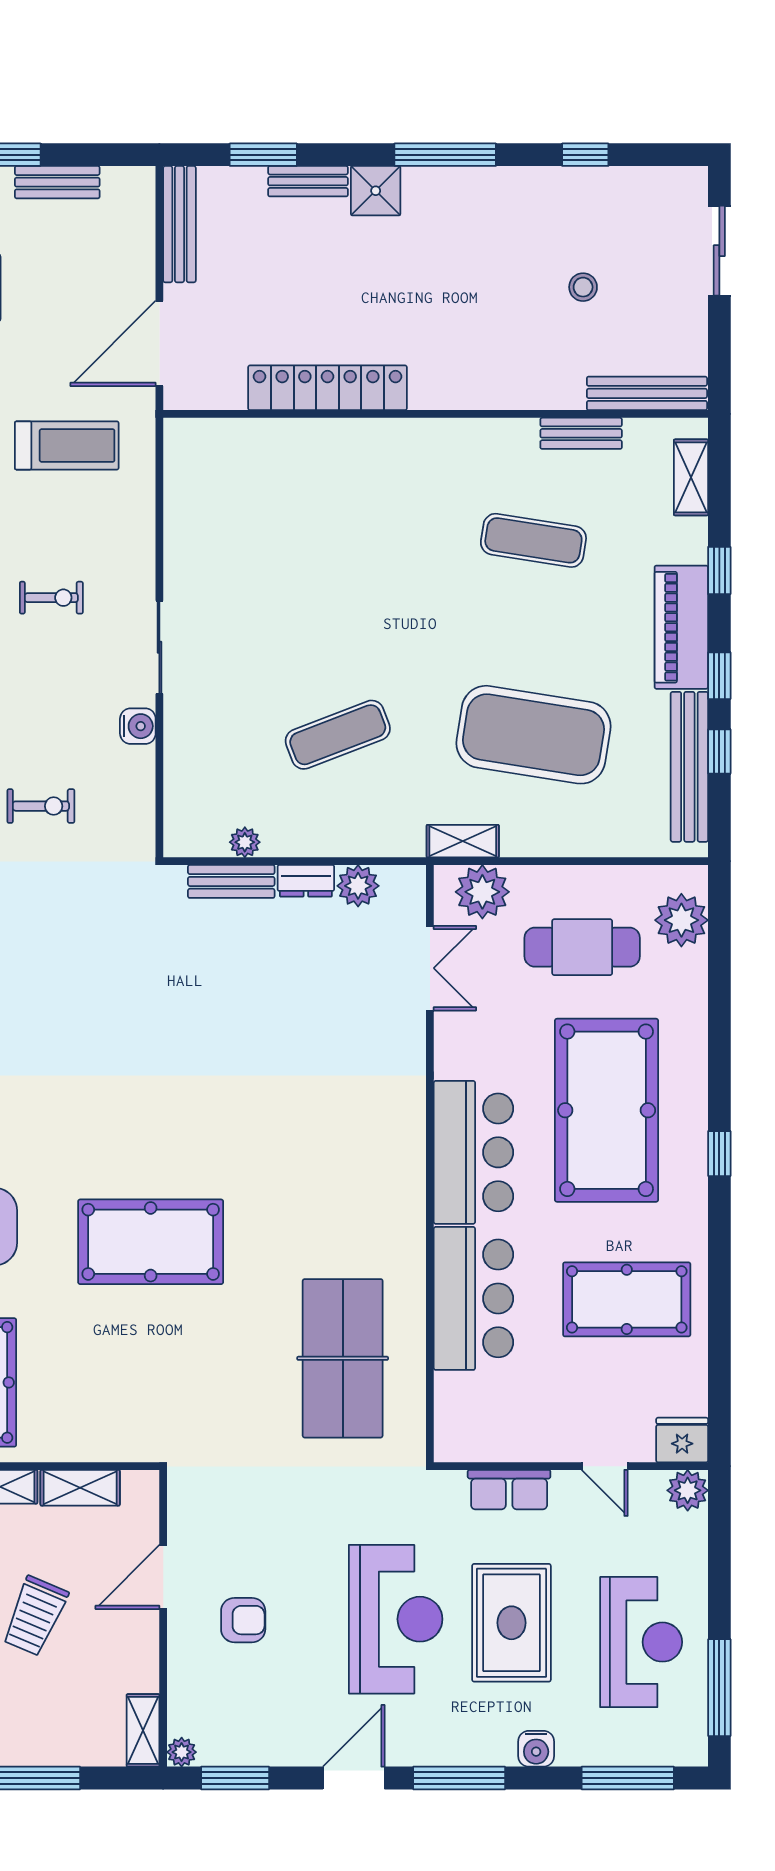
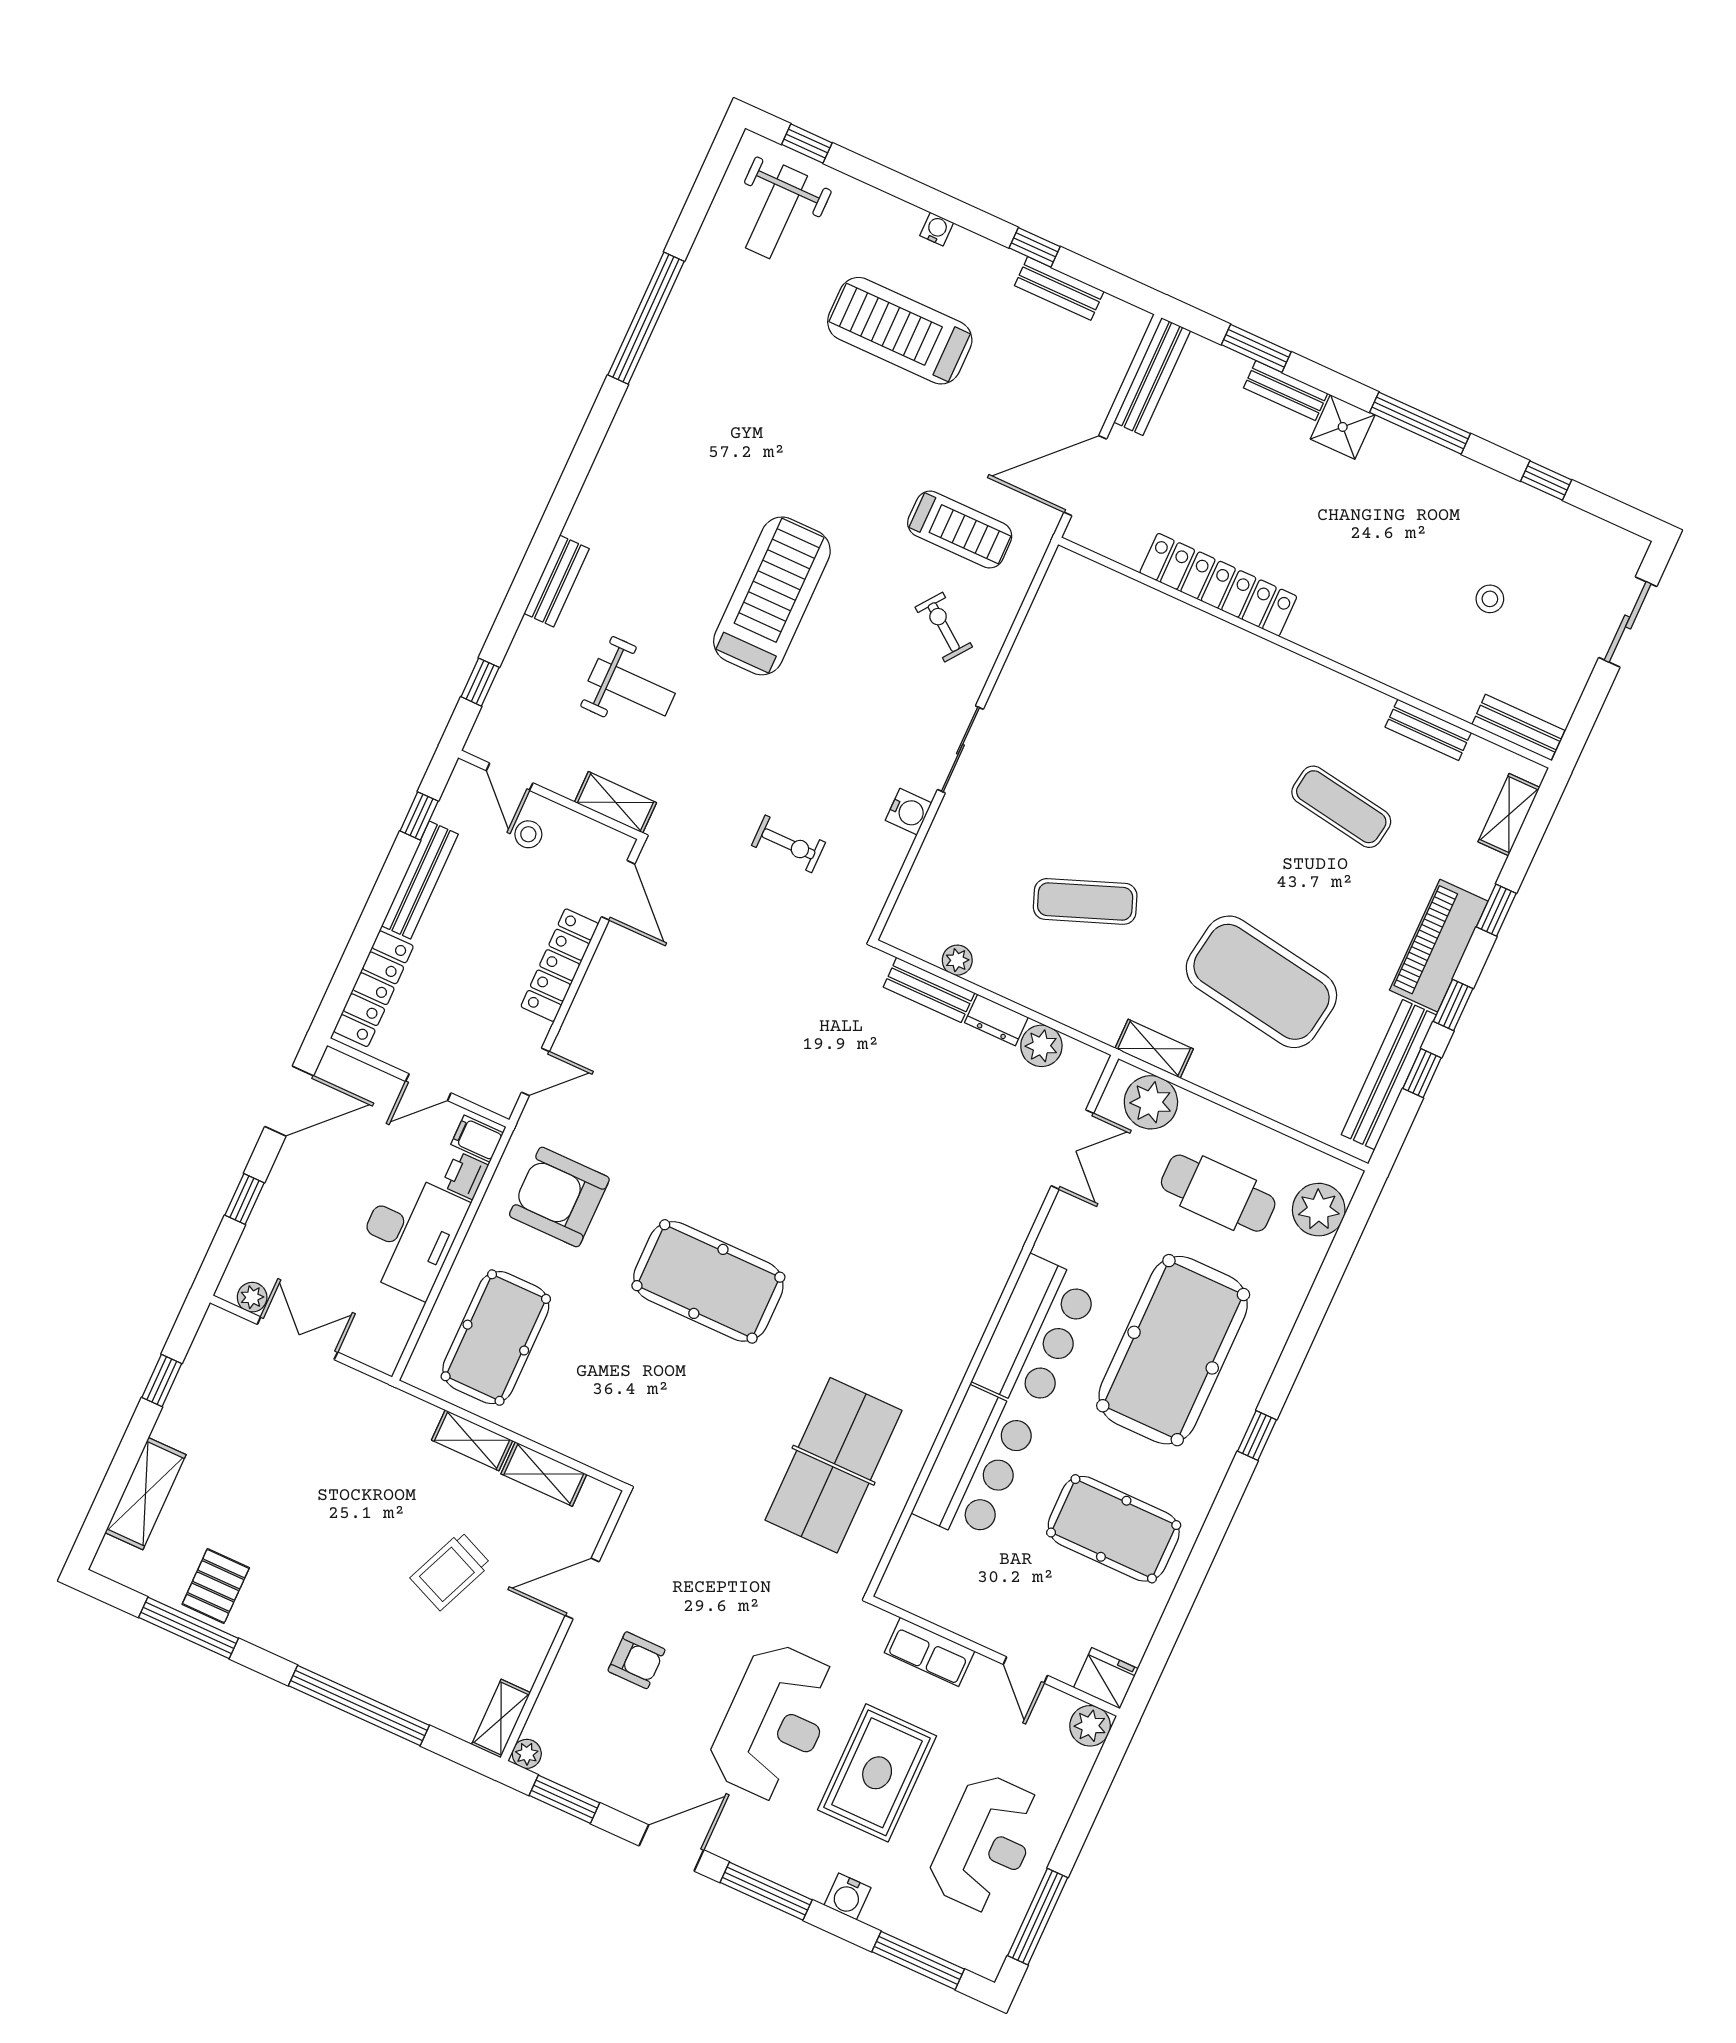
bench: (647, 393) -> (1518, 727), width x0.73
exercise bike: (51, 598) -> (944, 627), moved, turned -143

